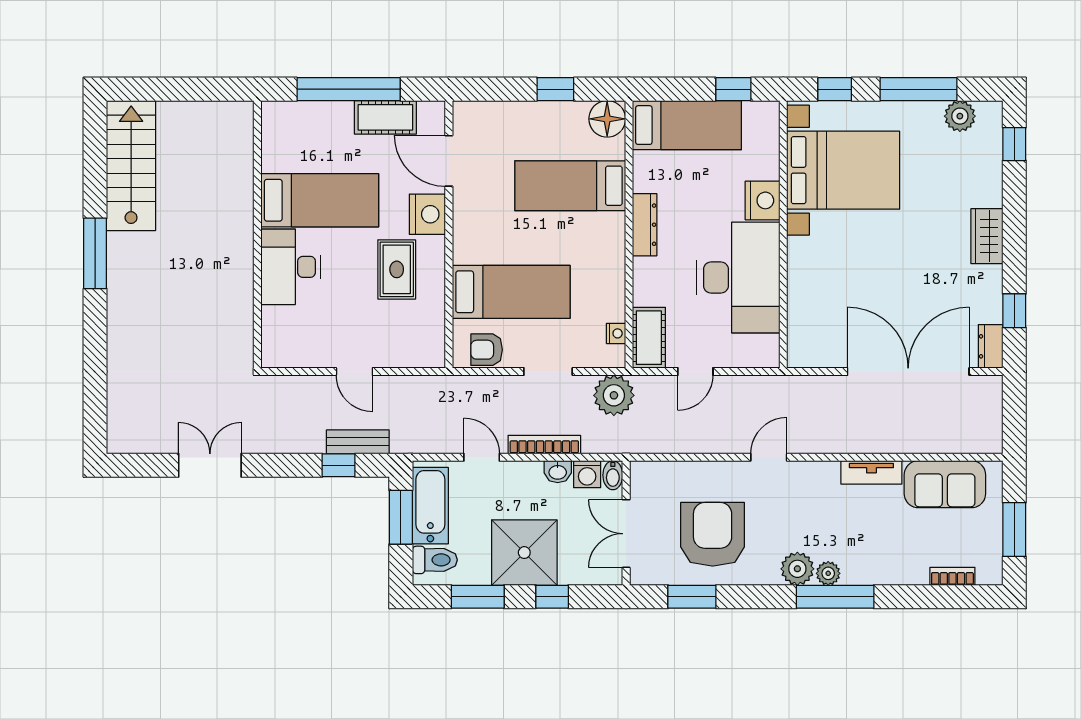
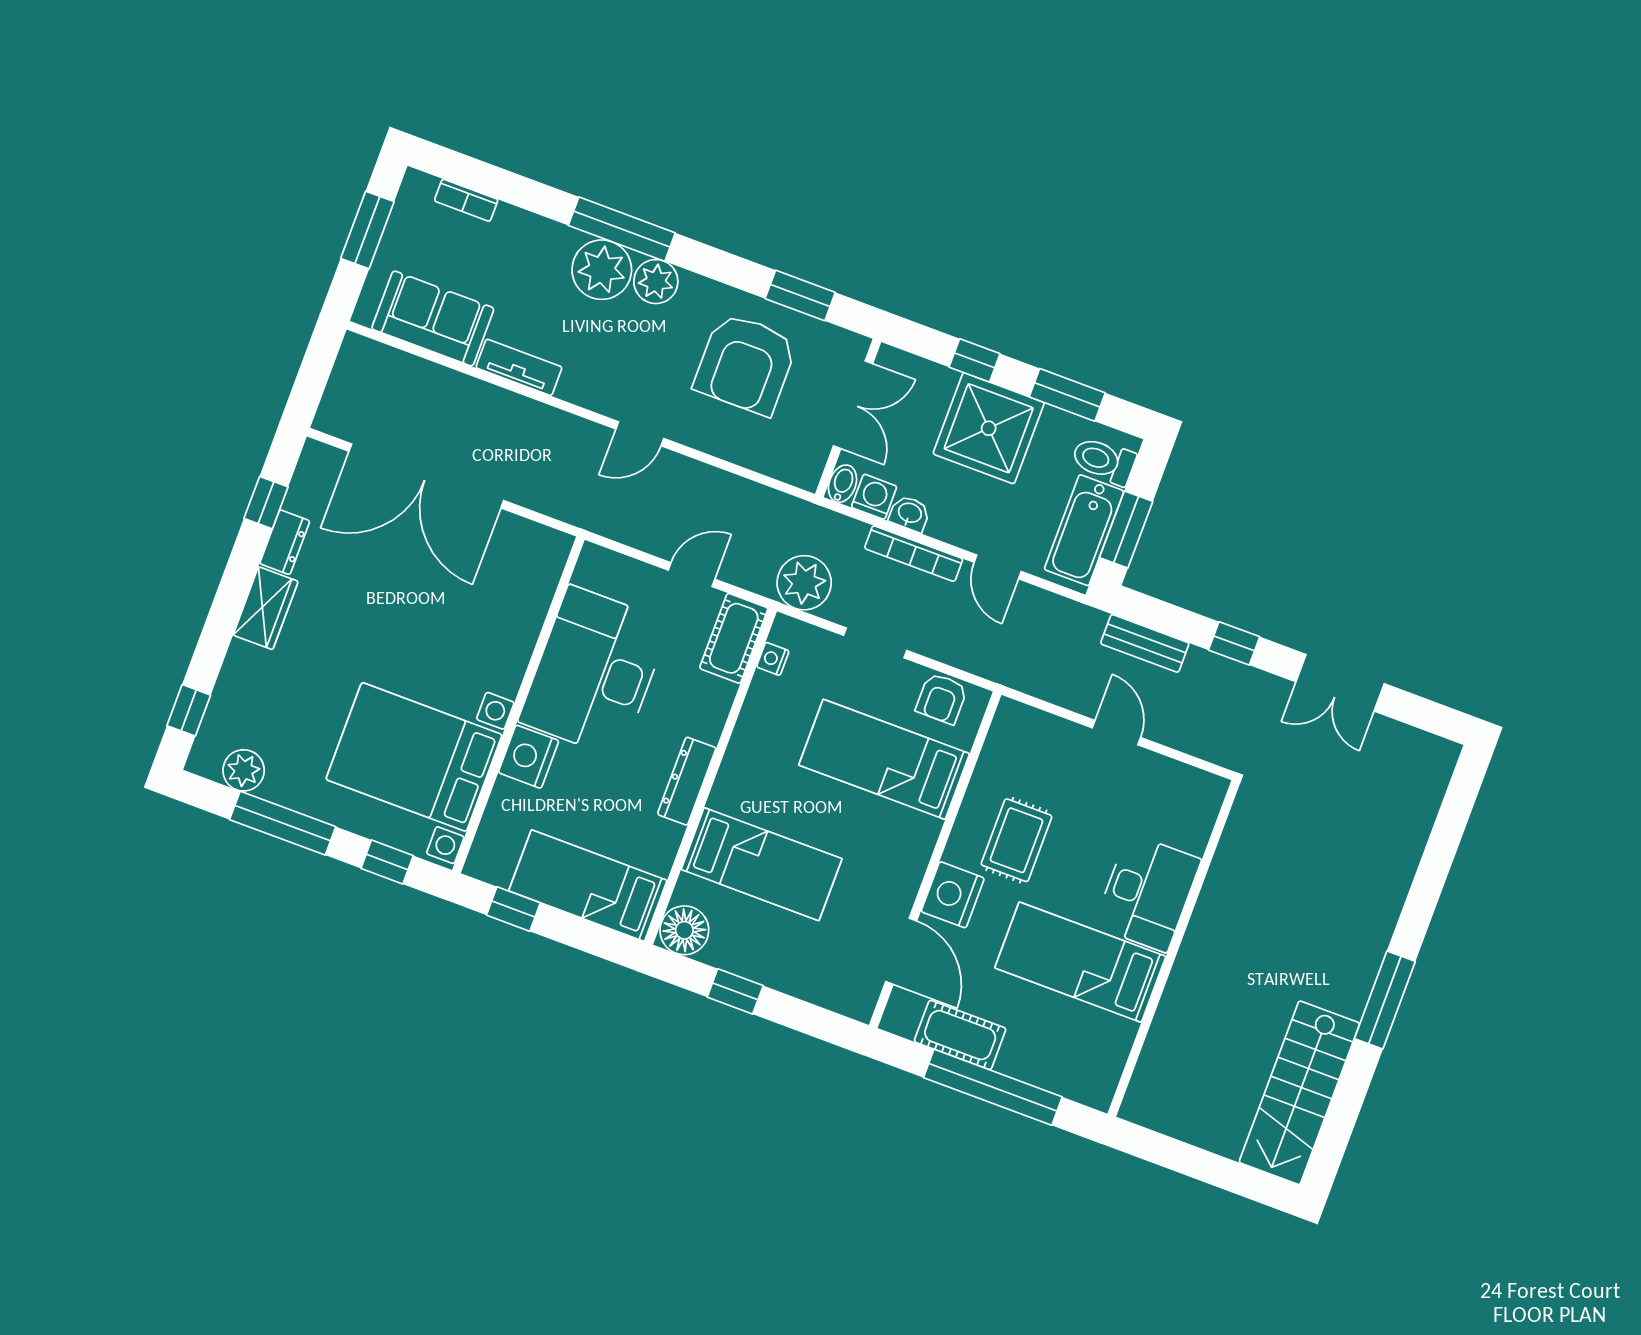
dresser: (991, 346) -> (285, 542), moved
armchair: (487, 350) -> (942, 699), turned 90
window: (339, 465) -> (1234, 643), moved
plant: (828, 573) -> (602, 270), width x1.88, depth x1.88

